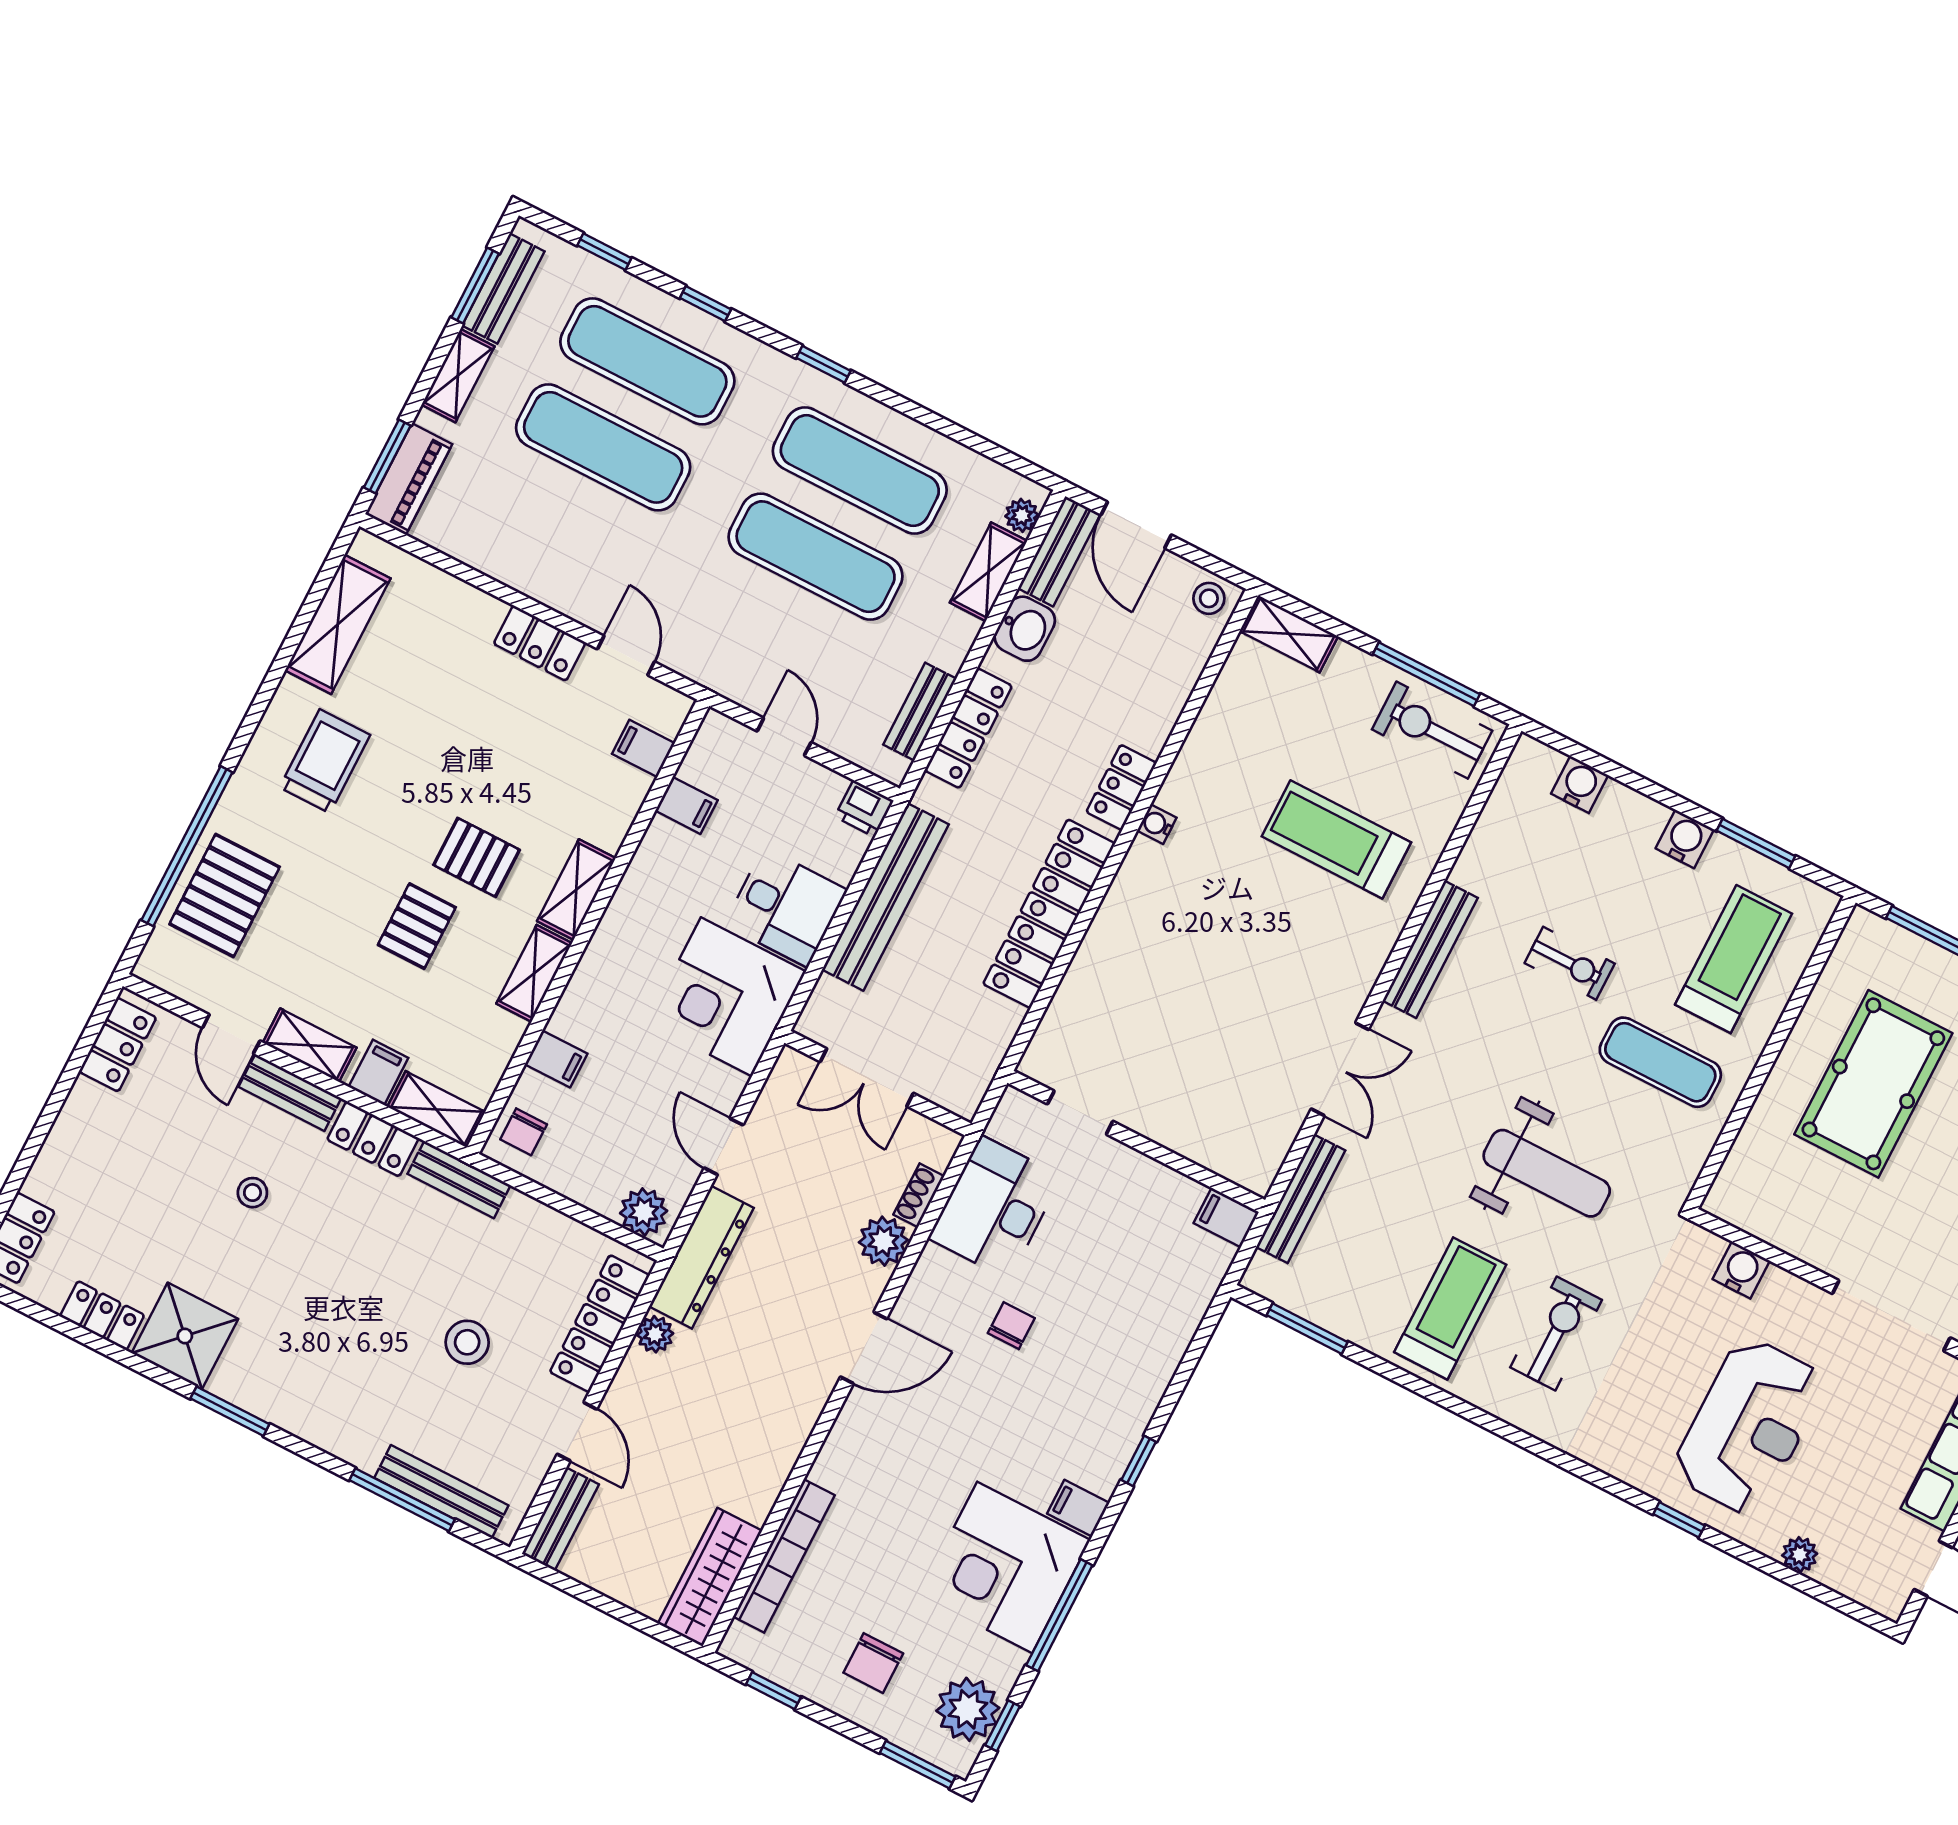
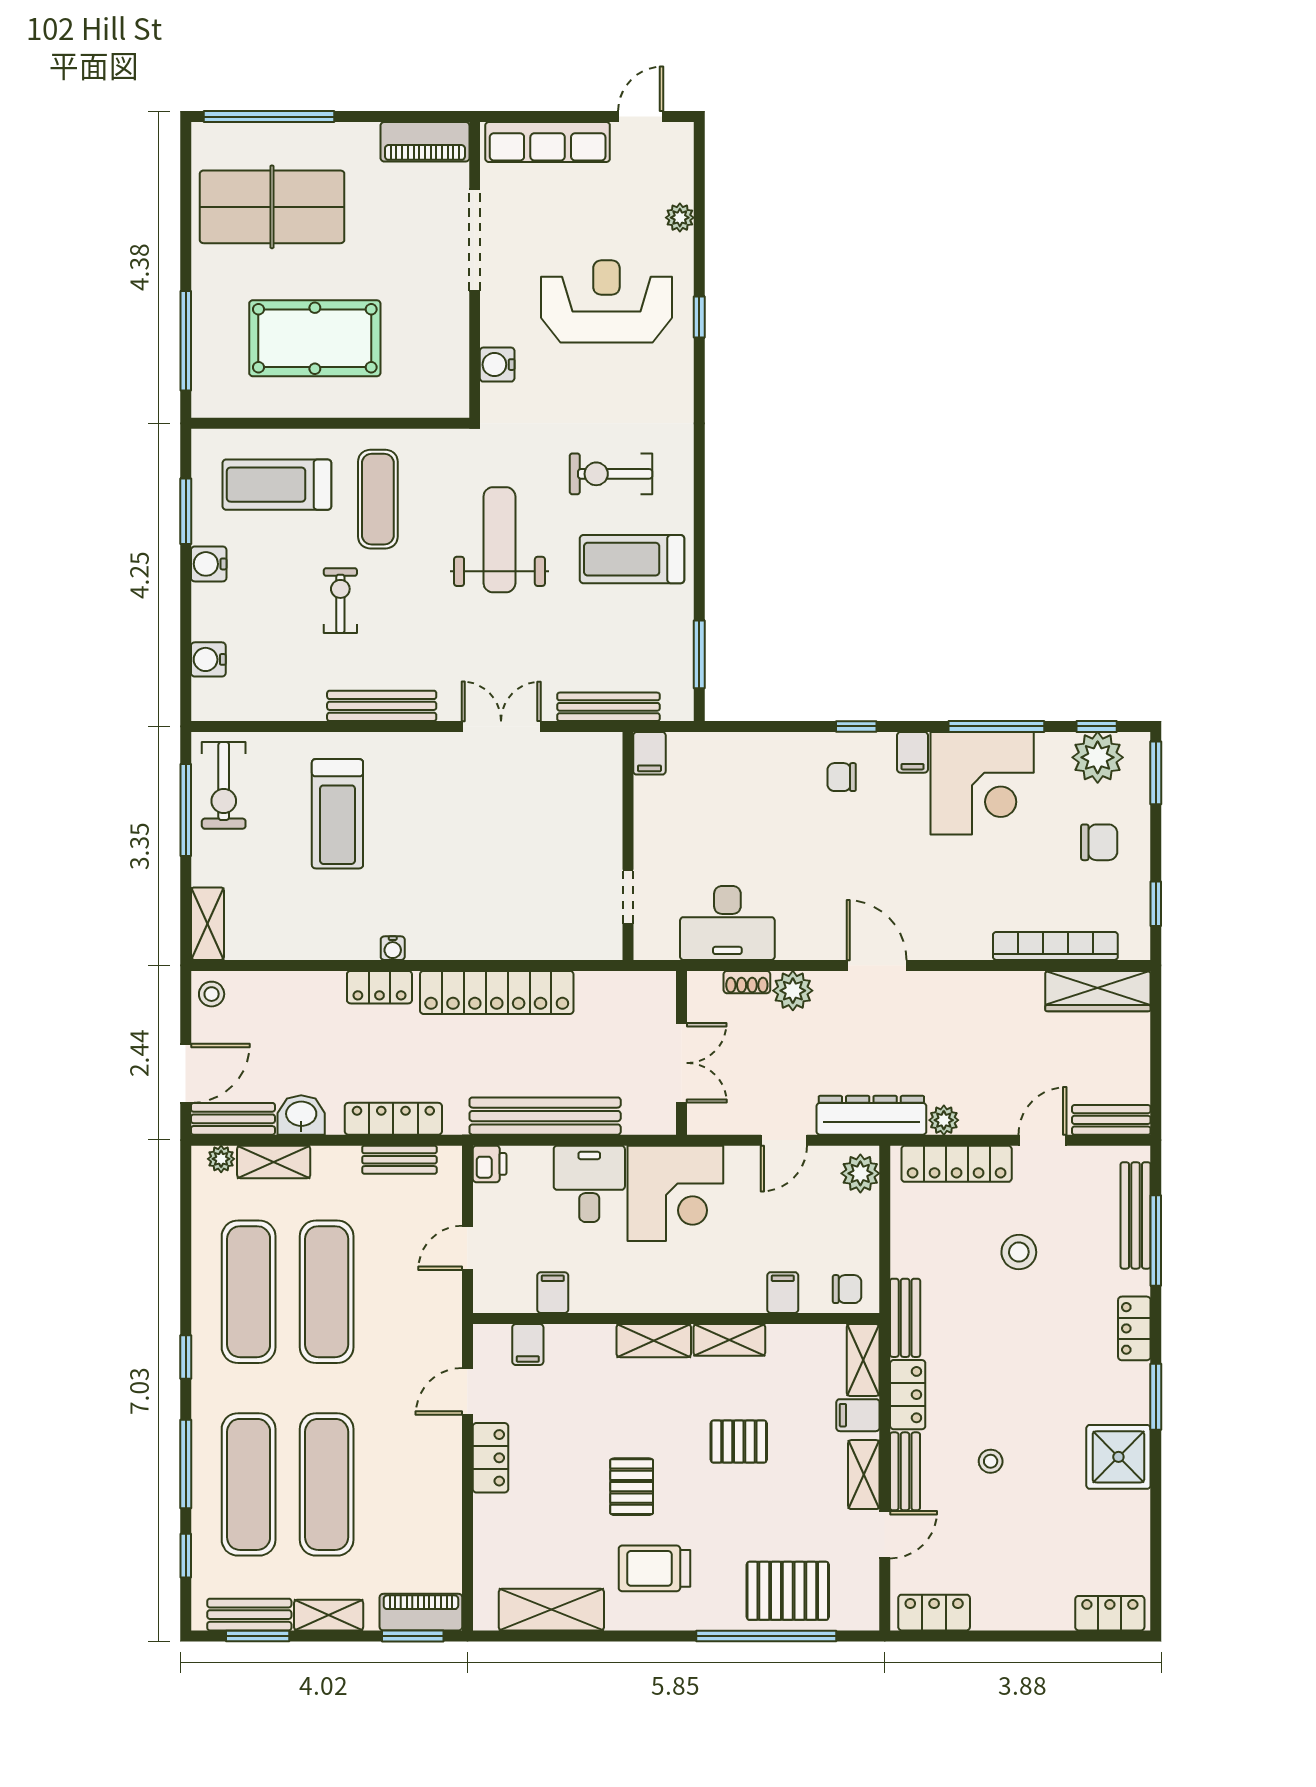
window: (705, 304) -> (186, 1464), width x2.17
pallet: (477, 857) -> (632, 1487), moved
locker: (102, 1316) -> (1134, 1328), moved
chair: (1011, 1326) -> (842, 777), moved

